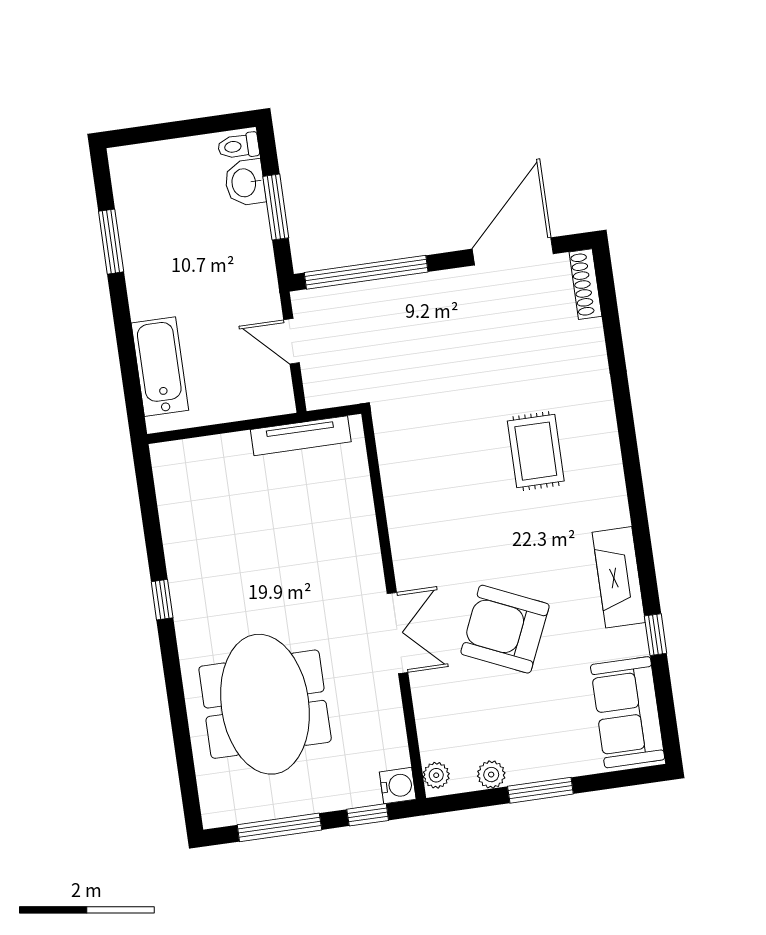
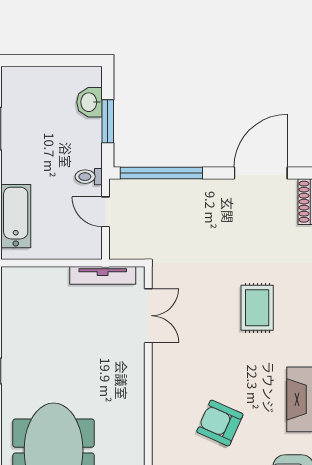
toilet: (238, 146) -> (89, 177), moved
armchair: (505, 629) -> (220, 423), width x0.73, depth x0.73
double door: (397, 633) -> (148, 316), moved

